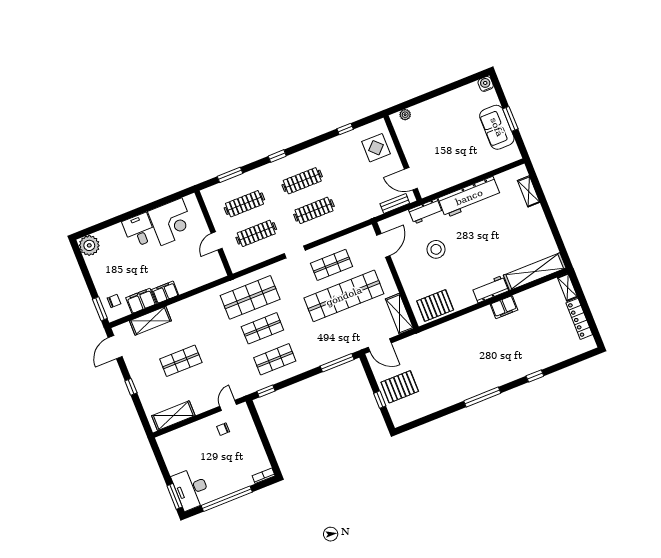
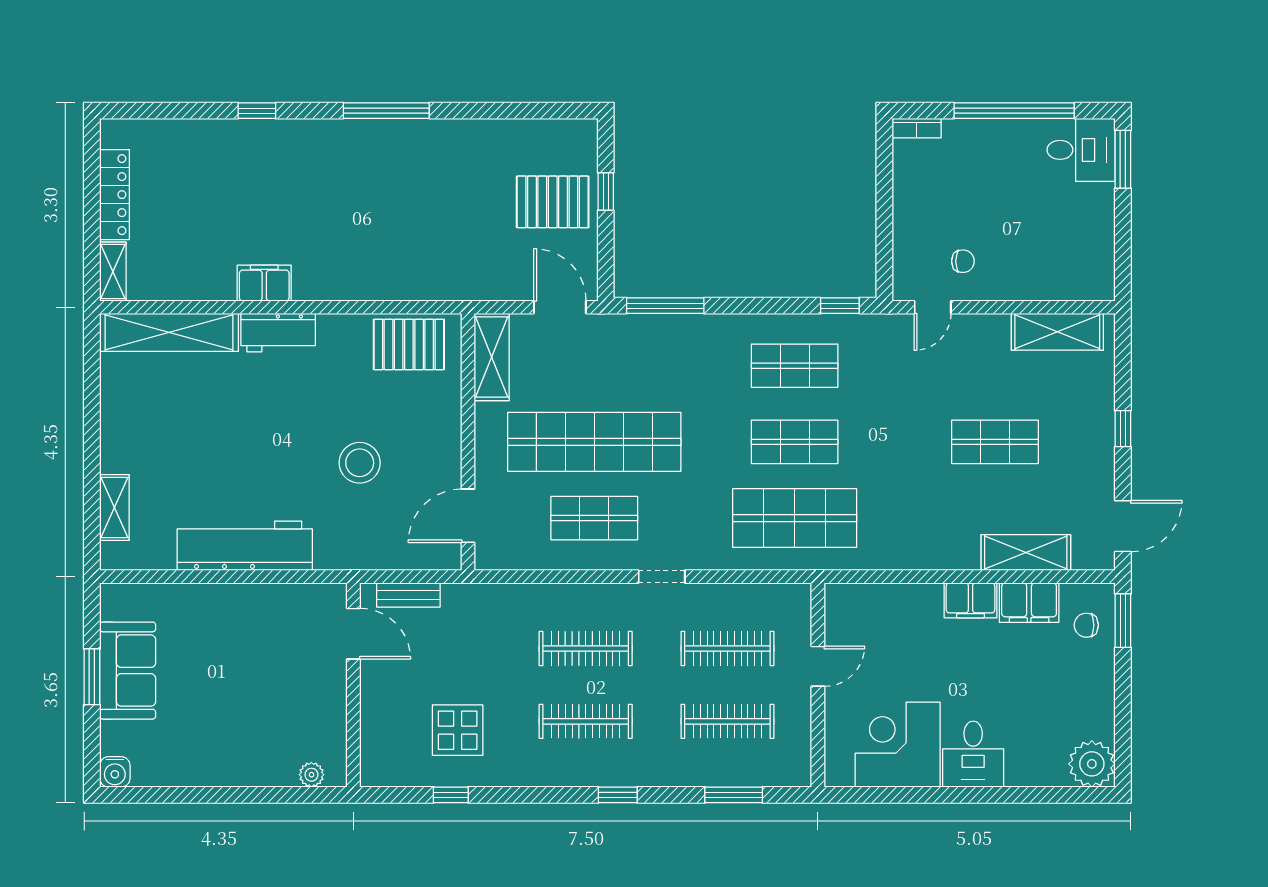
display table: (376, 148) -> (458, 730), moved
workbench: (426, 211) -> (350, 552), removed
desk: (191, 489) -> (1081, 150), width x0.73

